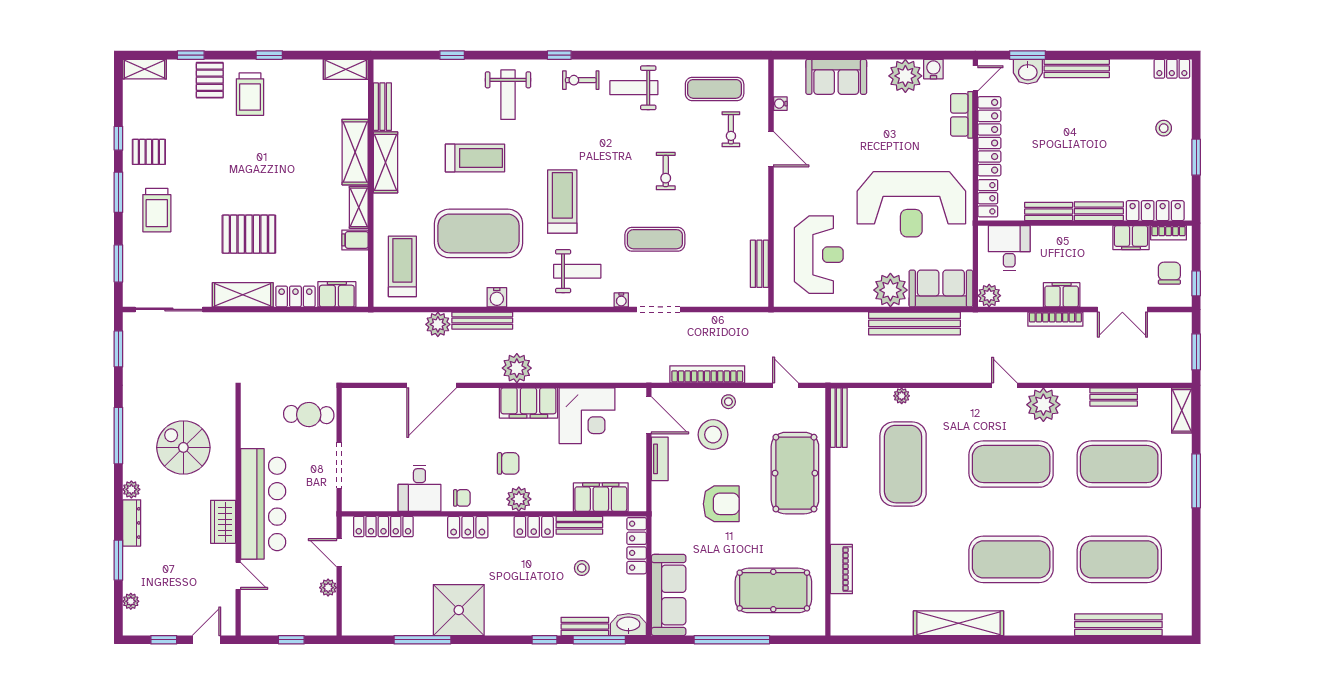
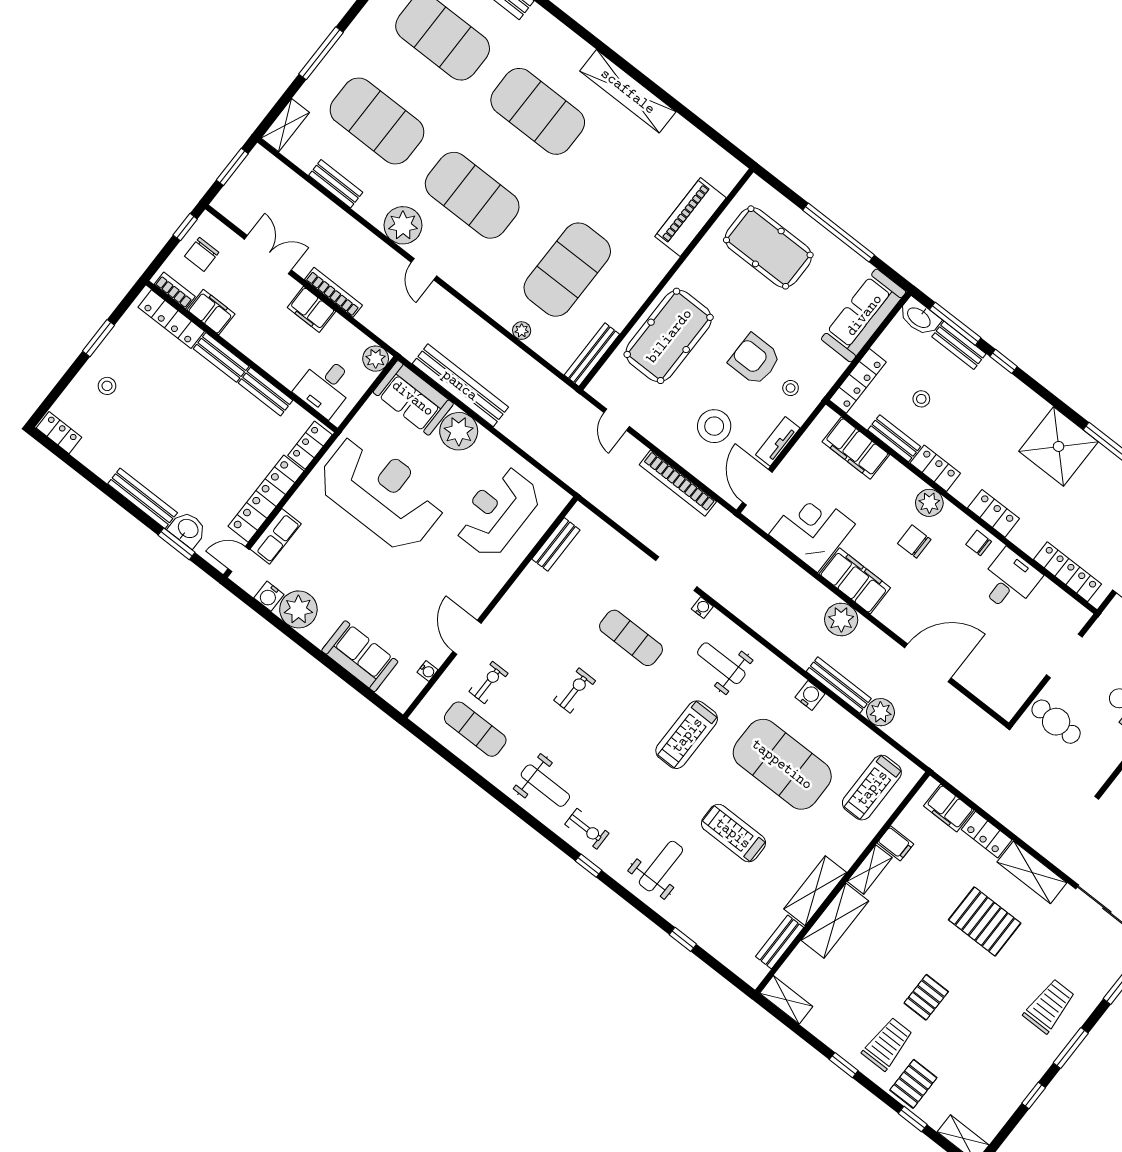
pallet: (149, 152) -> (926, 997), moved, turned 90
stool: (728, 402) -> (791, 388), moved
piano: (841, 569) -> (690, 217), width x1.37, depth x1.33

